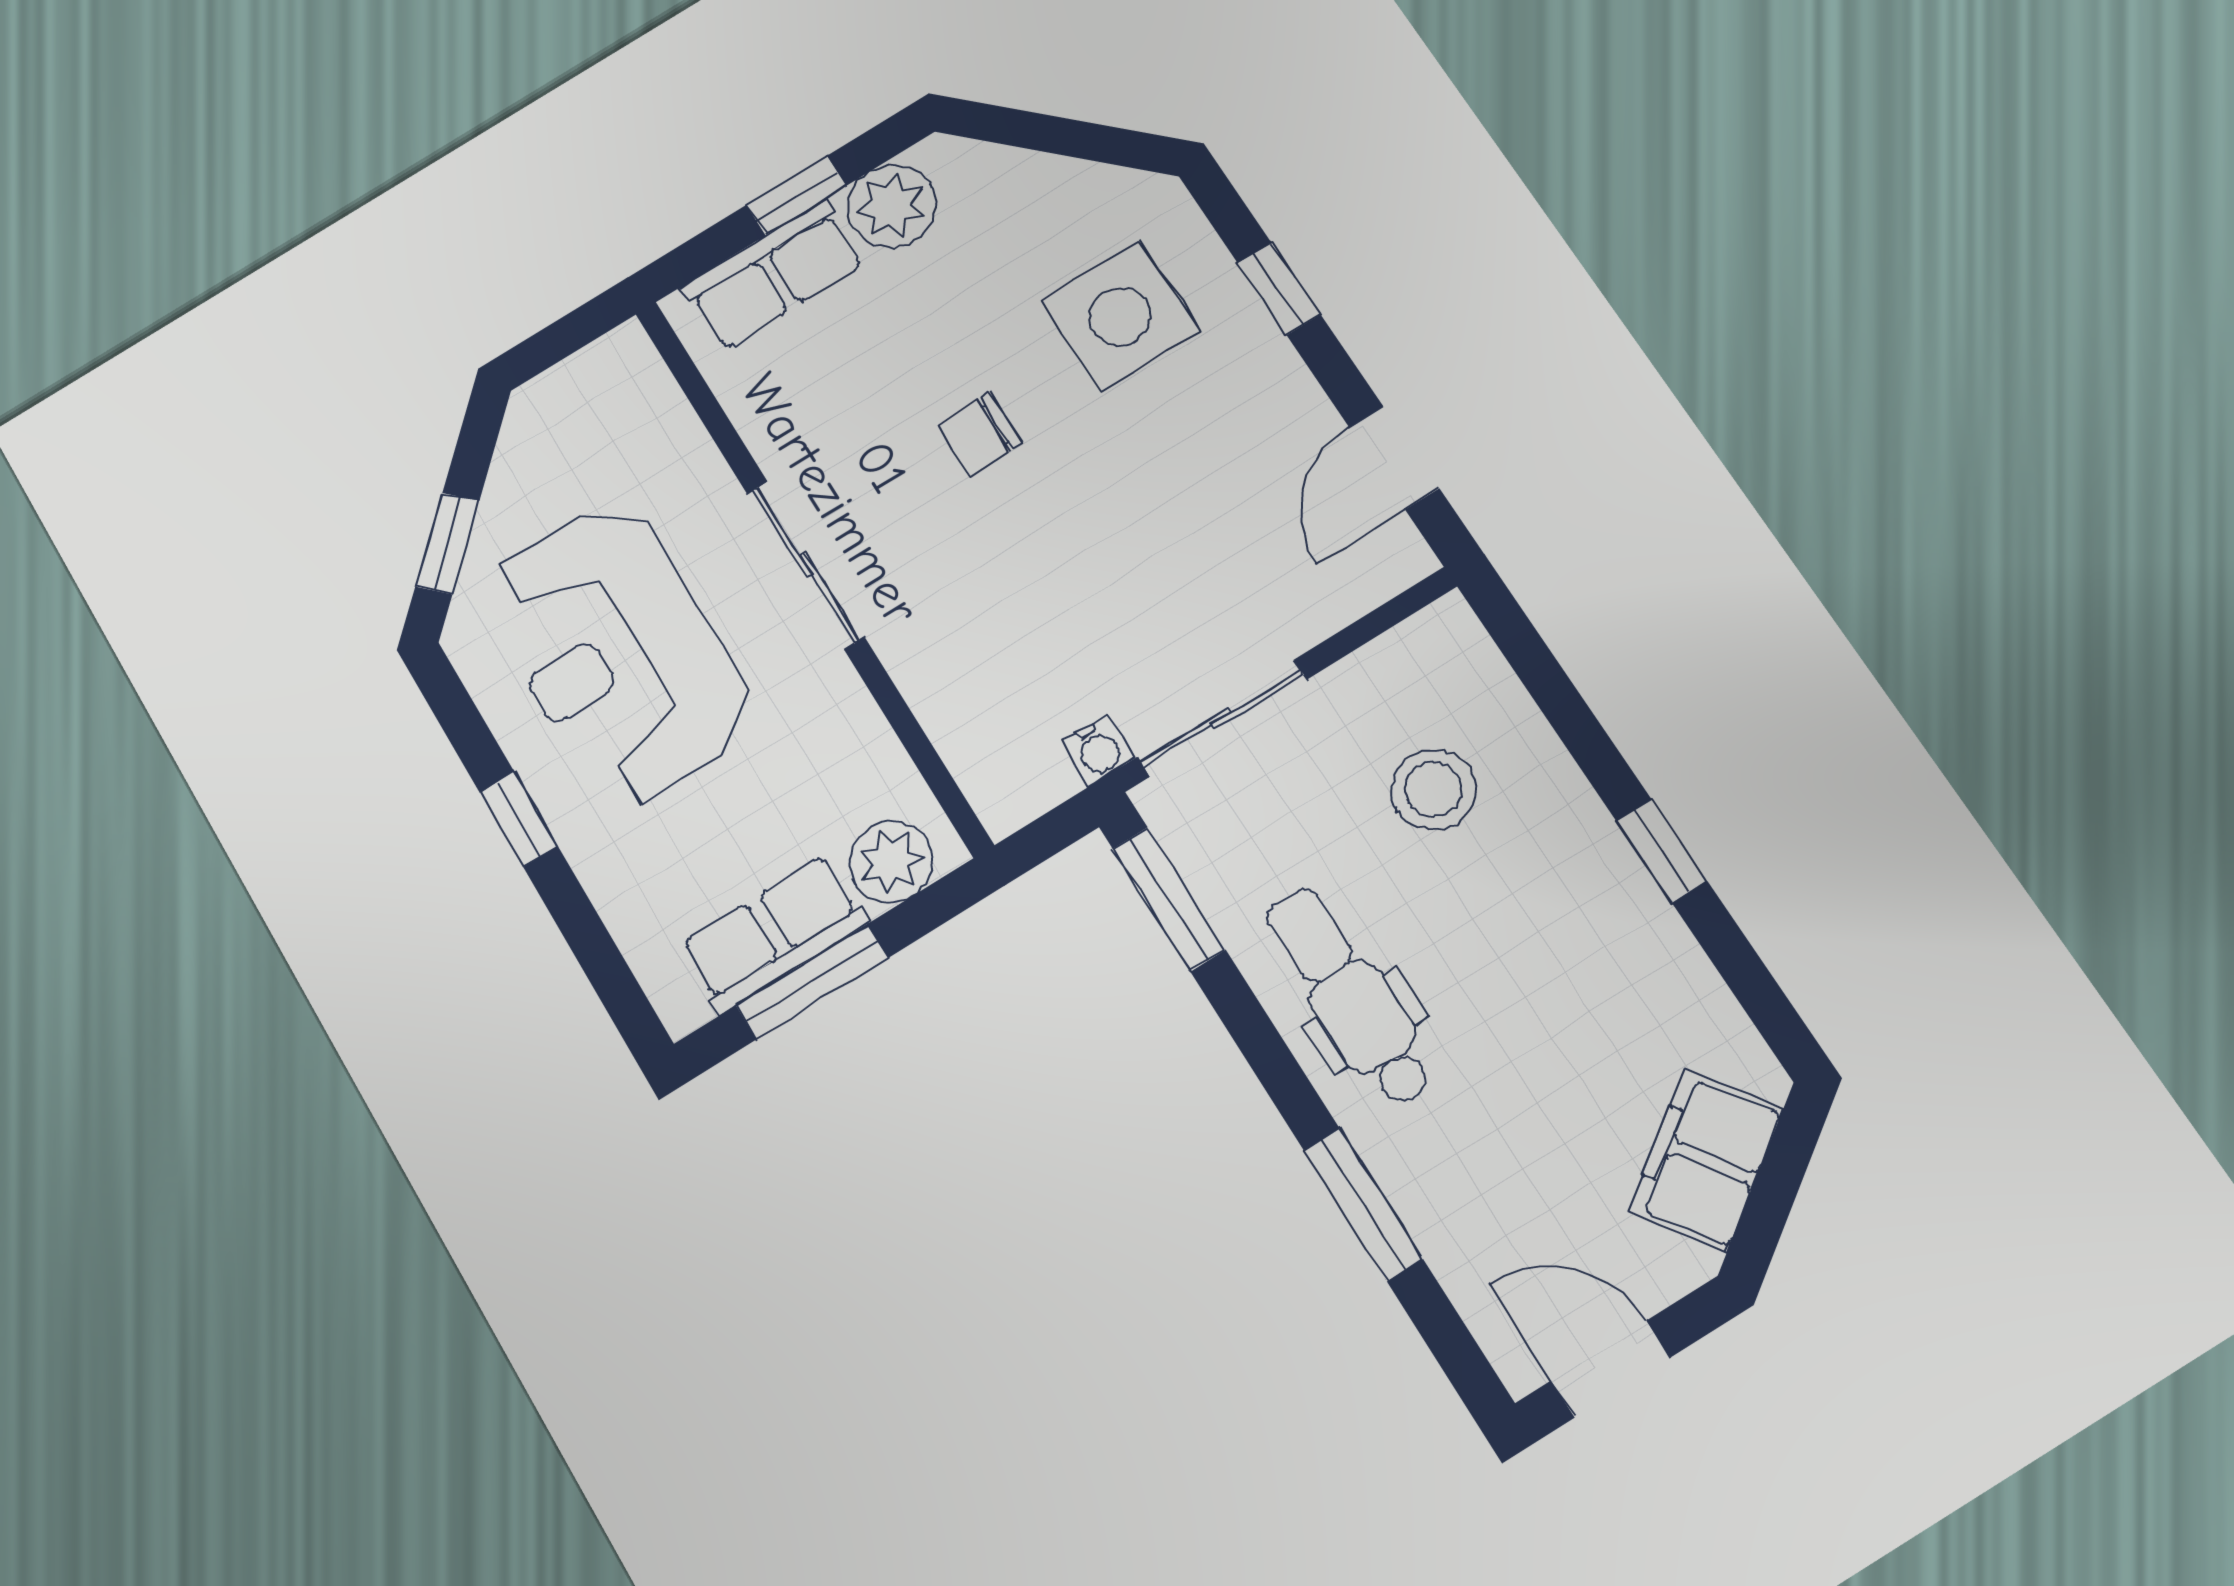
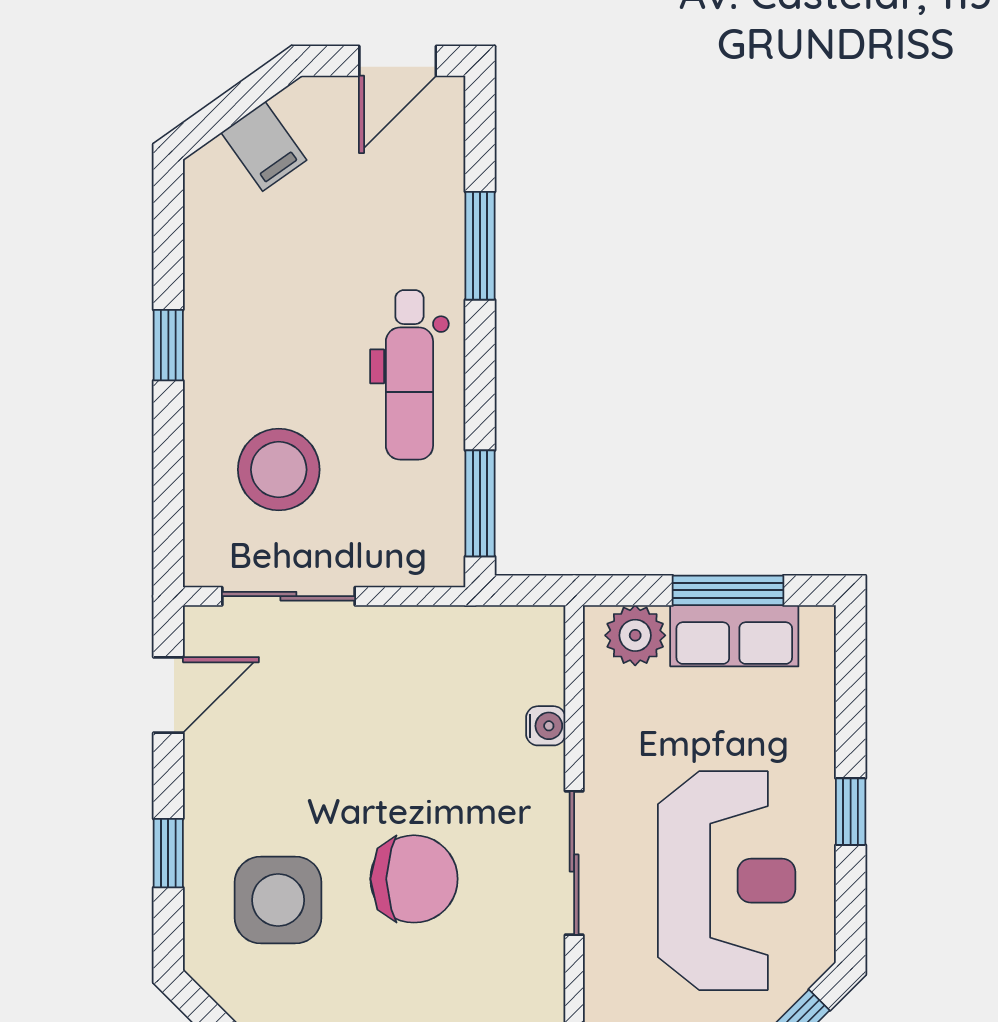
chair: (979, 434) -> (414, 879), width x1.87, depth x1.87
sliding door: (1222, 718) -> (288, 596), moved
water cooler: (1098, 750) -> (546, 726), moved, turned 90
stool: (1433, 789) -> (279, 470), width x1.38, depth x1.38
filing cabinet: (1706, 1160) -> (264, 146), width x0.50
door: (1611, 1369) -> (398, 61), hinge flipped

